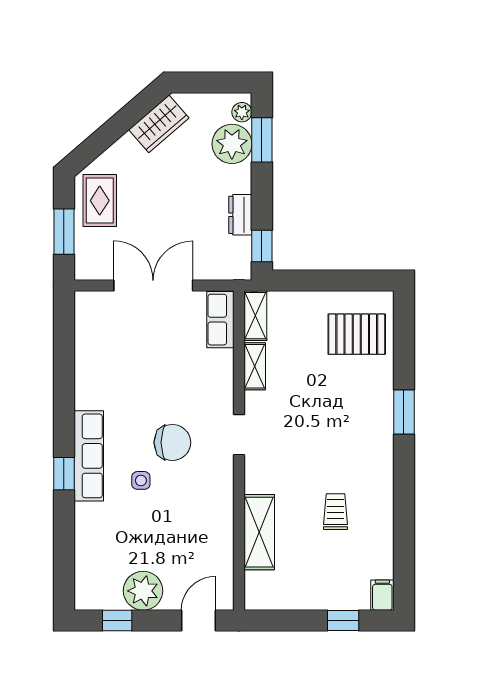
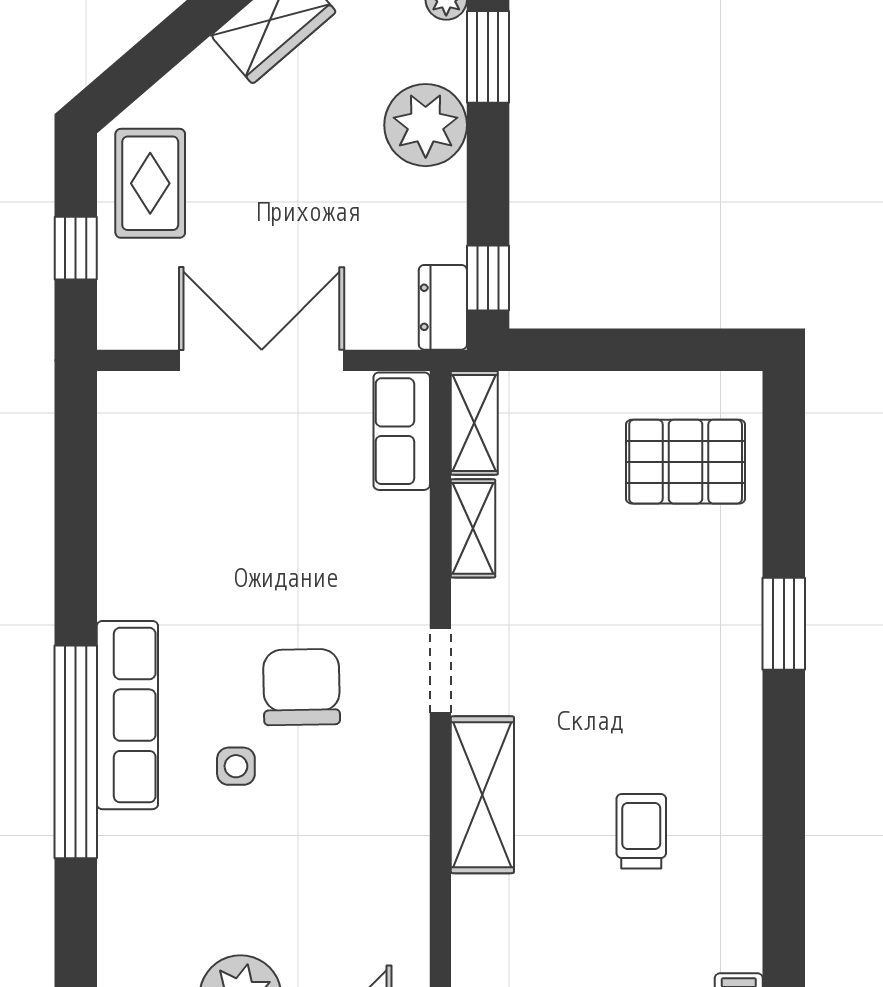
plant: (232, 144) -> (426, 125), moved
dresser: (240, 215) -> (443, 307), moved
window: (64, 232) -> (76, 248), width x0.67
chair: (172, 442) -> (302, 687), turned -91
window: (64, 474) -> (76, 752), width x3.17
shelving: (259, 532) -> (482, 795), moved

